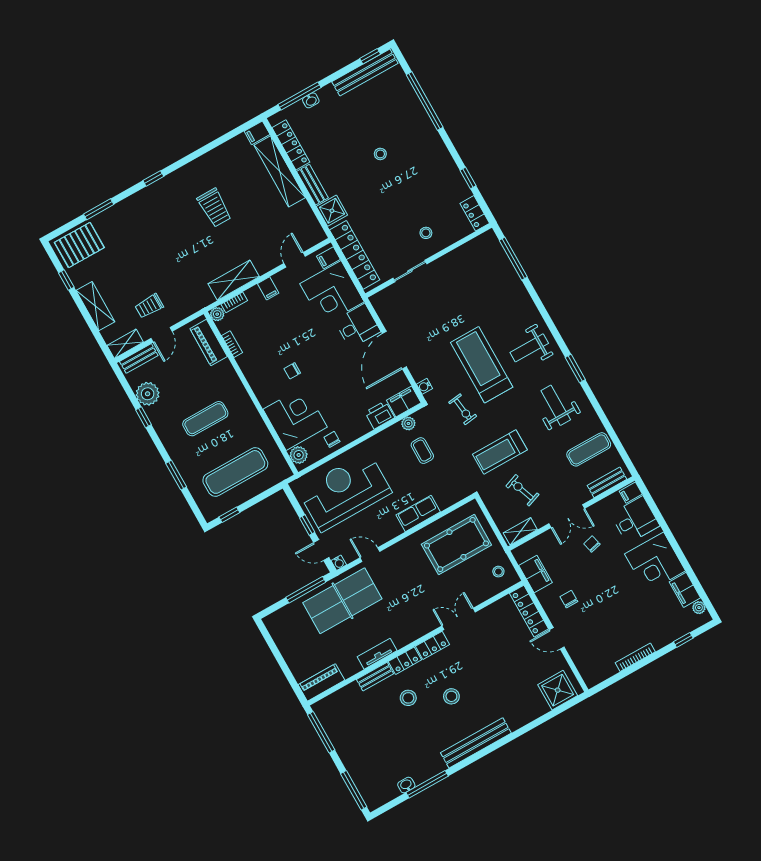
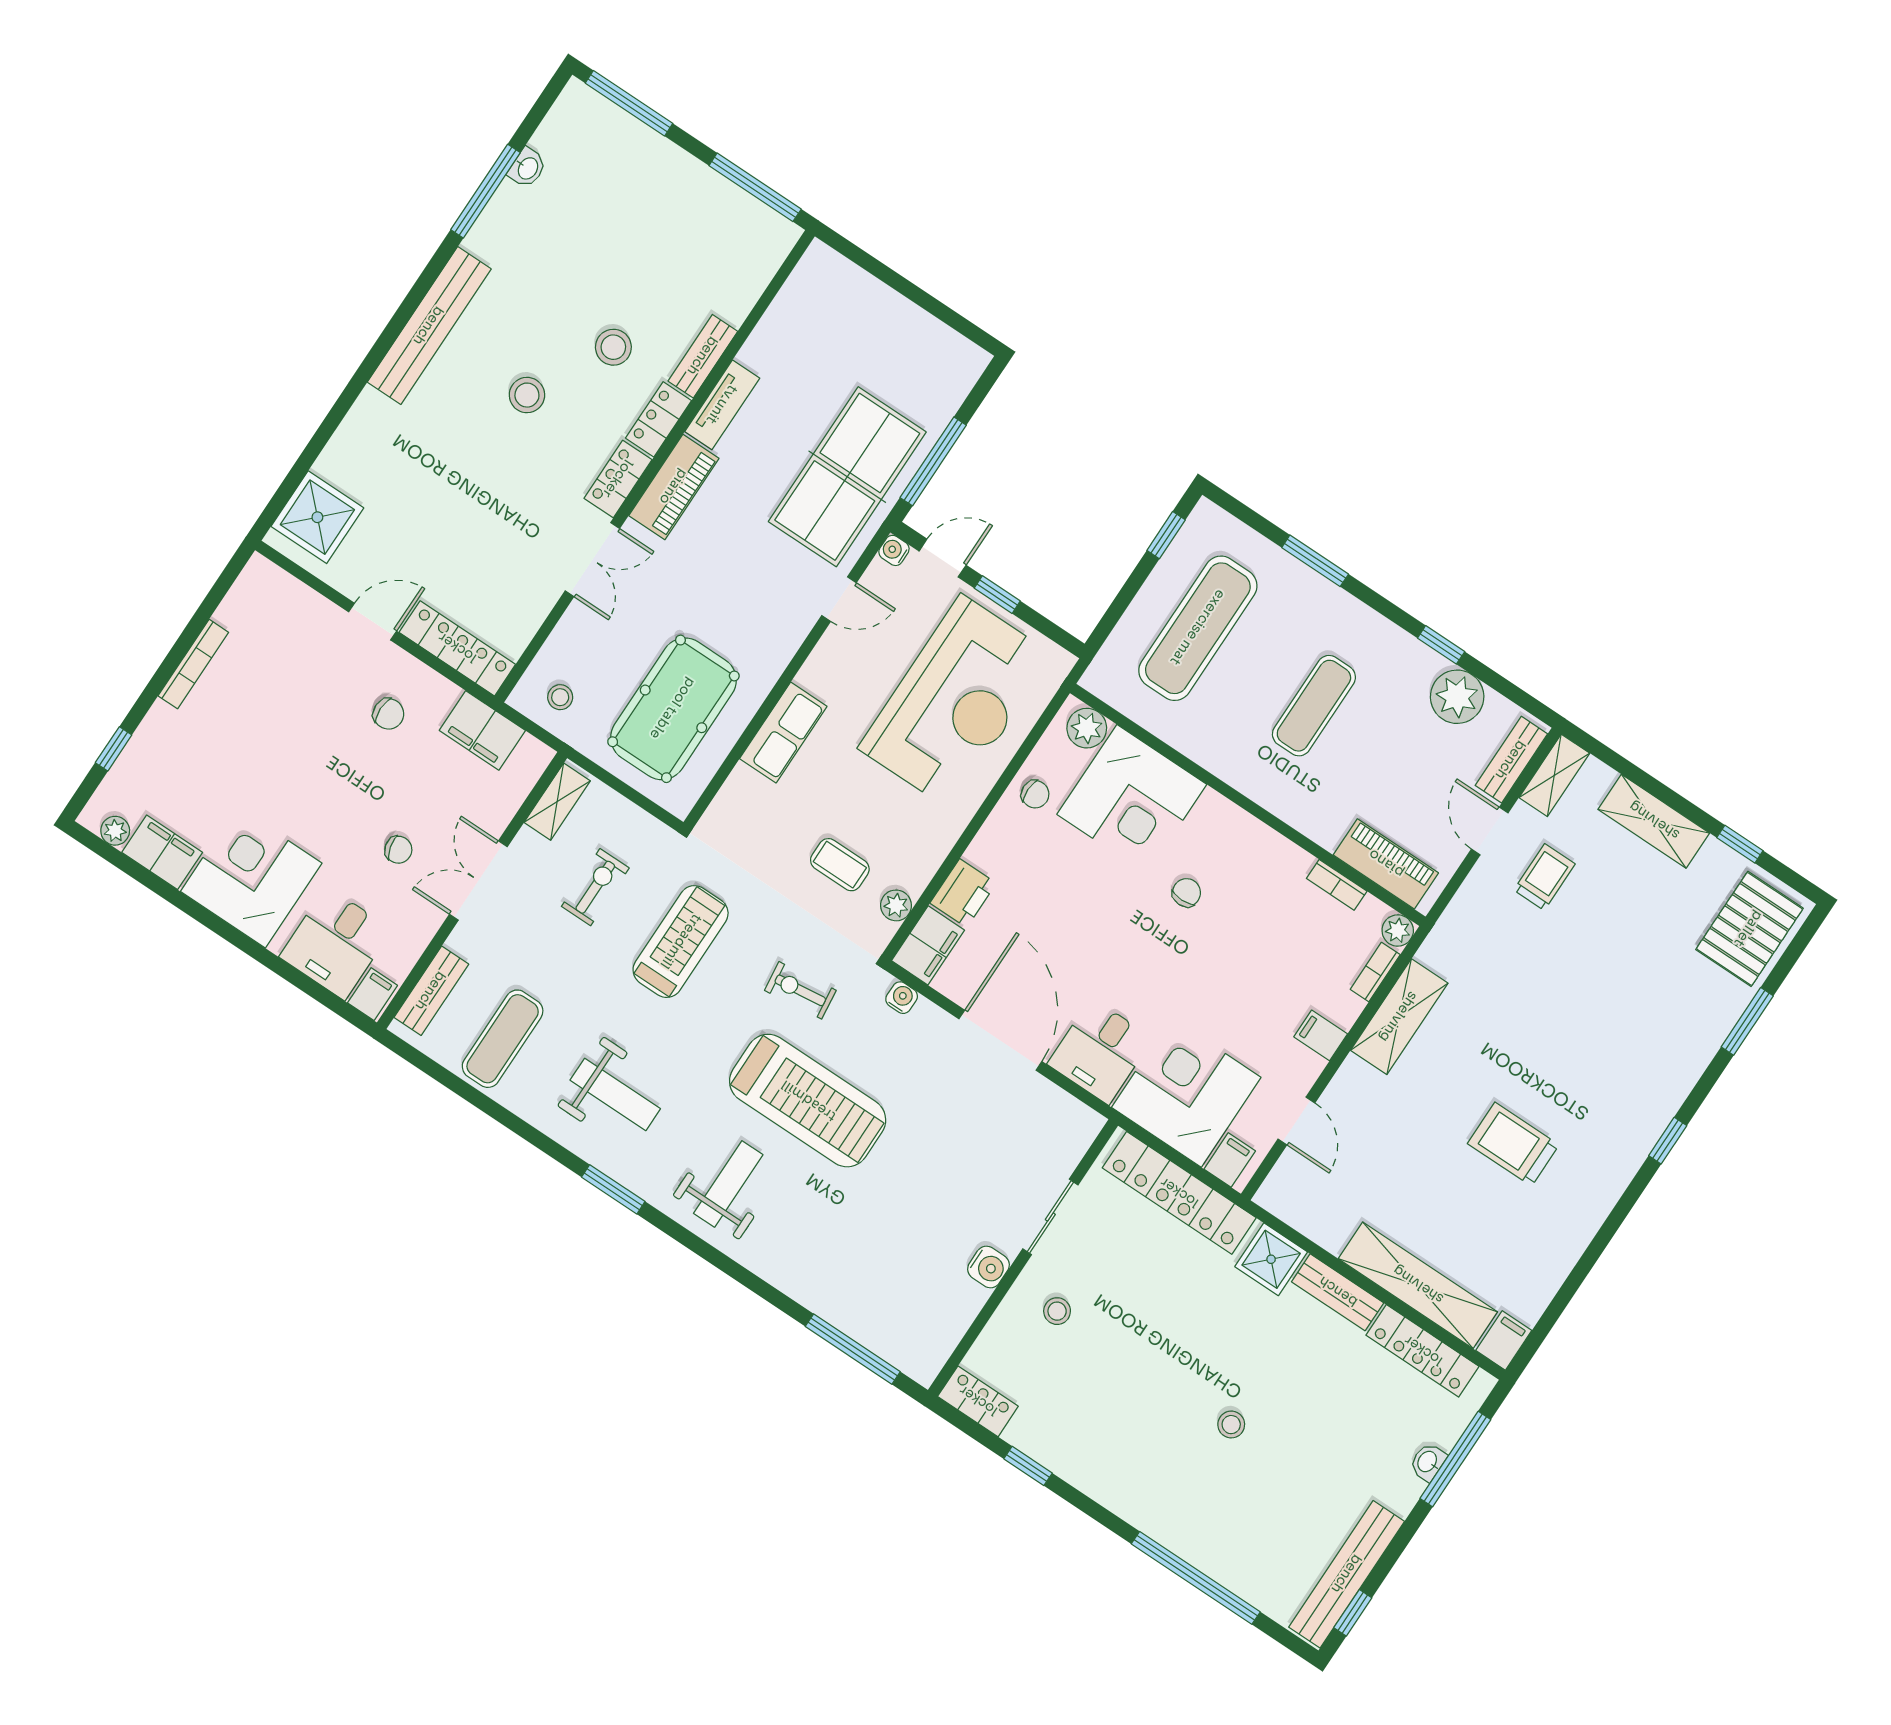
water cooler: (444, 264) -> (988, 1267), added
exercise bike: (522, 490) -> (595, 887), turned -70
piano: (321, 682) -> (674, 487), moved

